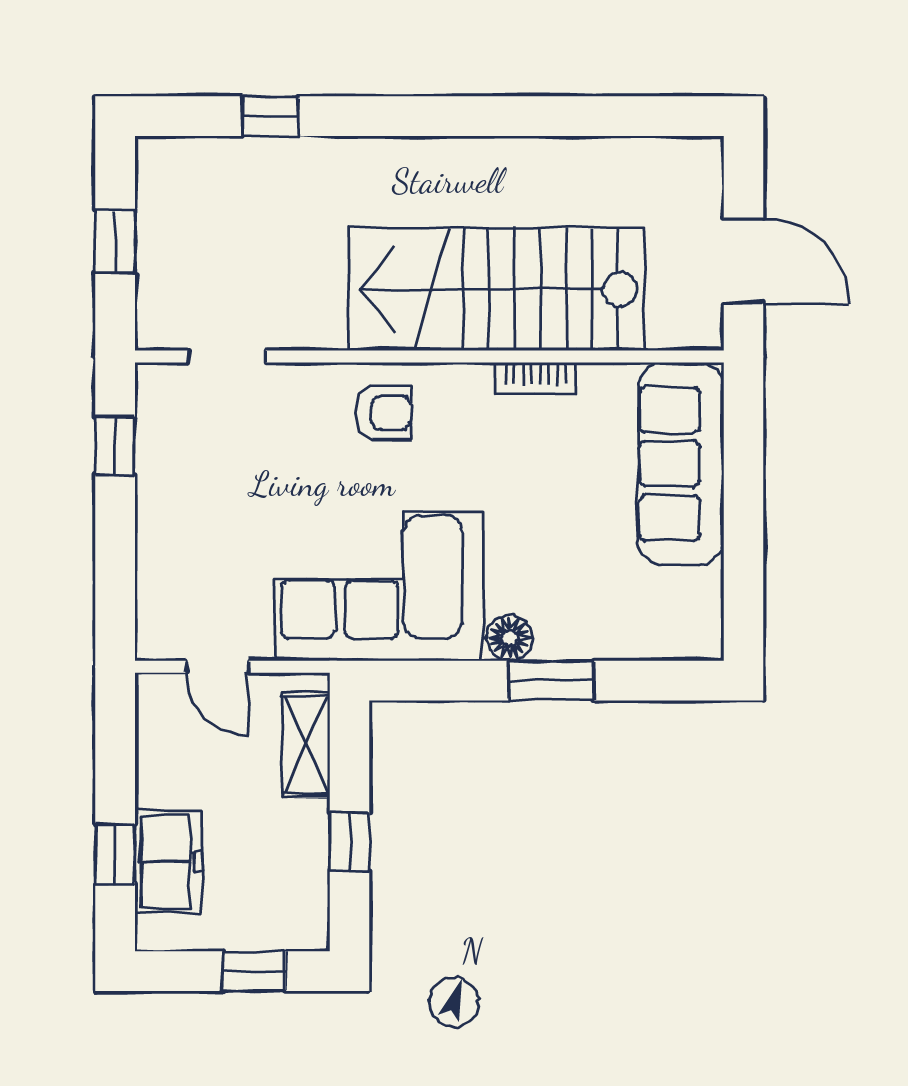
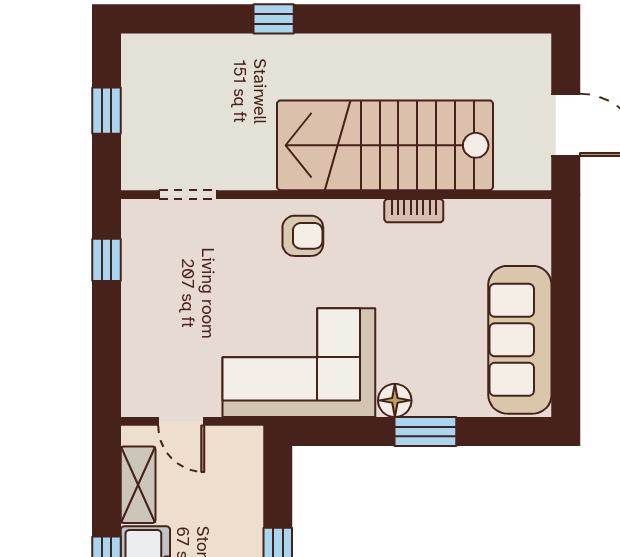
window: (270, 116) -> (274, 19), moved
sofa: (681, 464) -> (520, 340), moved
shelving: (306, 745) -> (138, 485), moved

